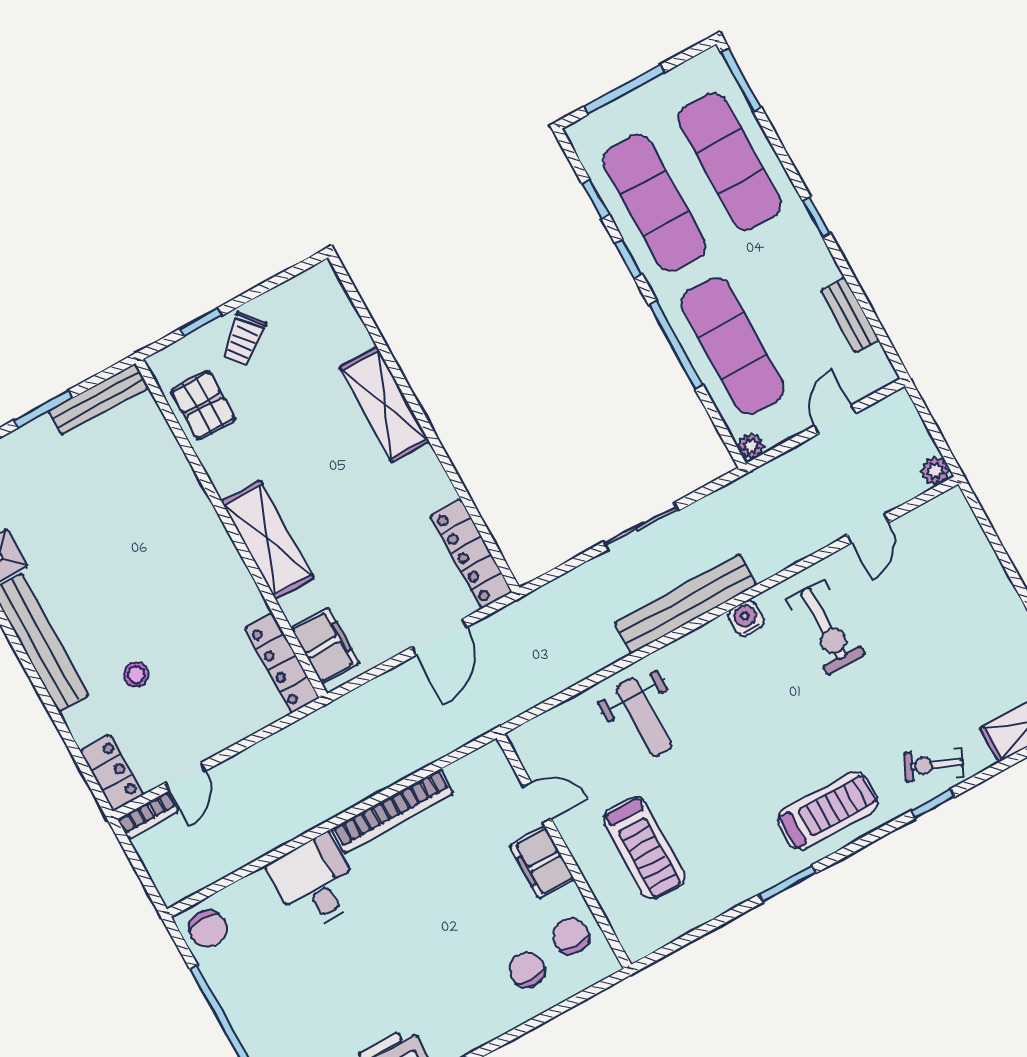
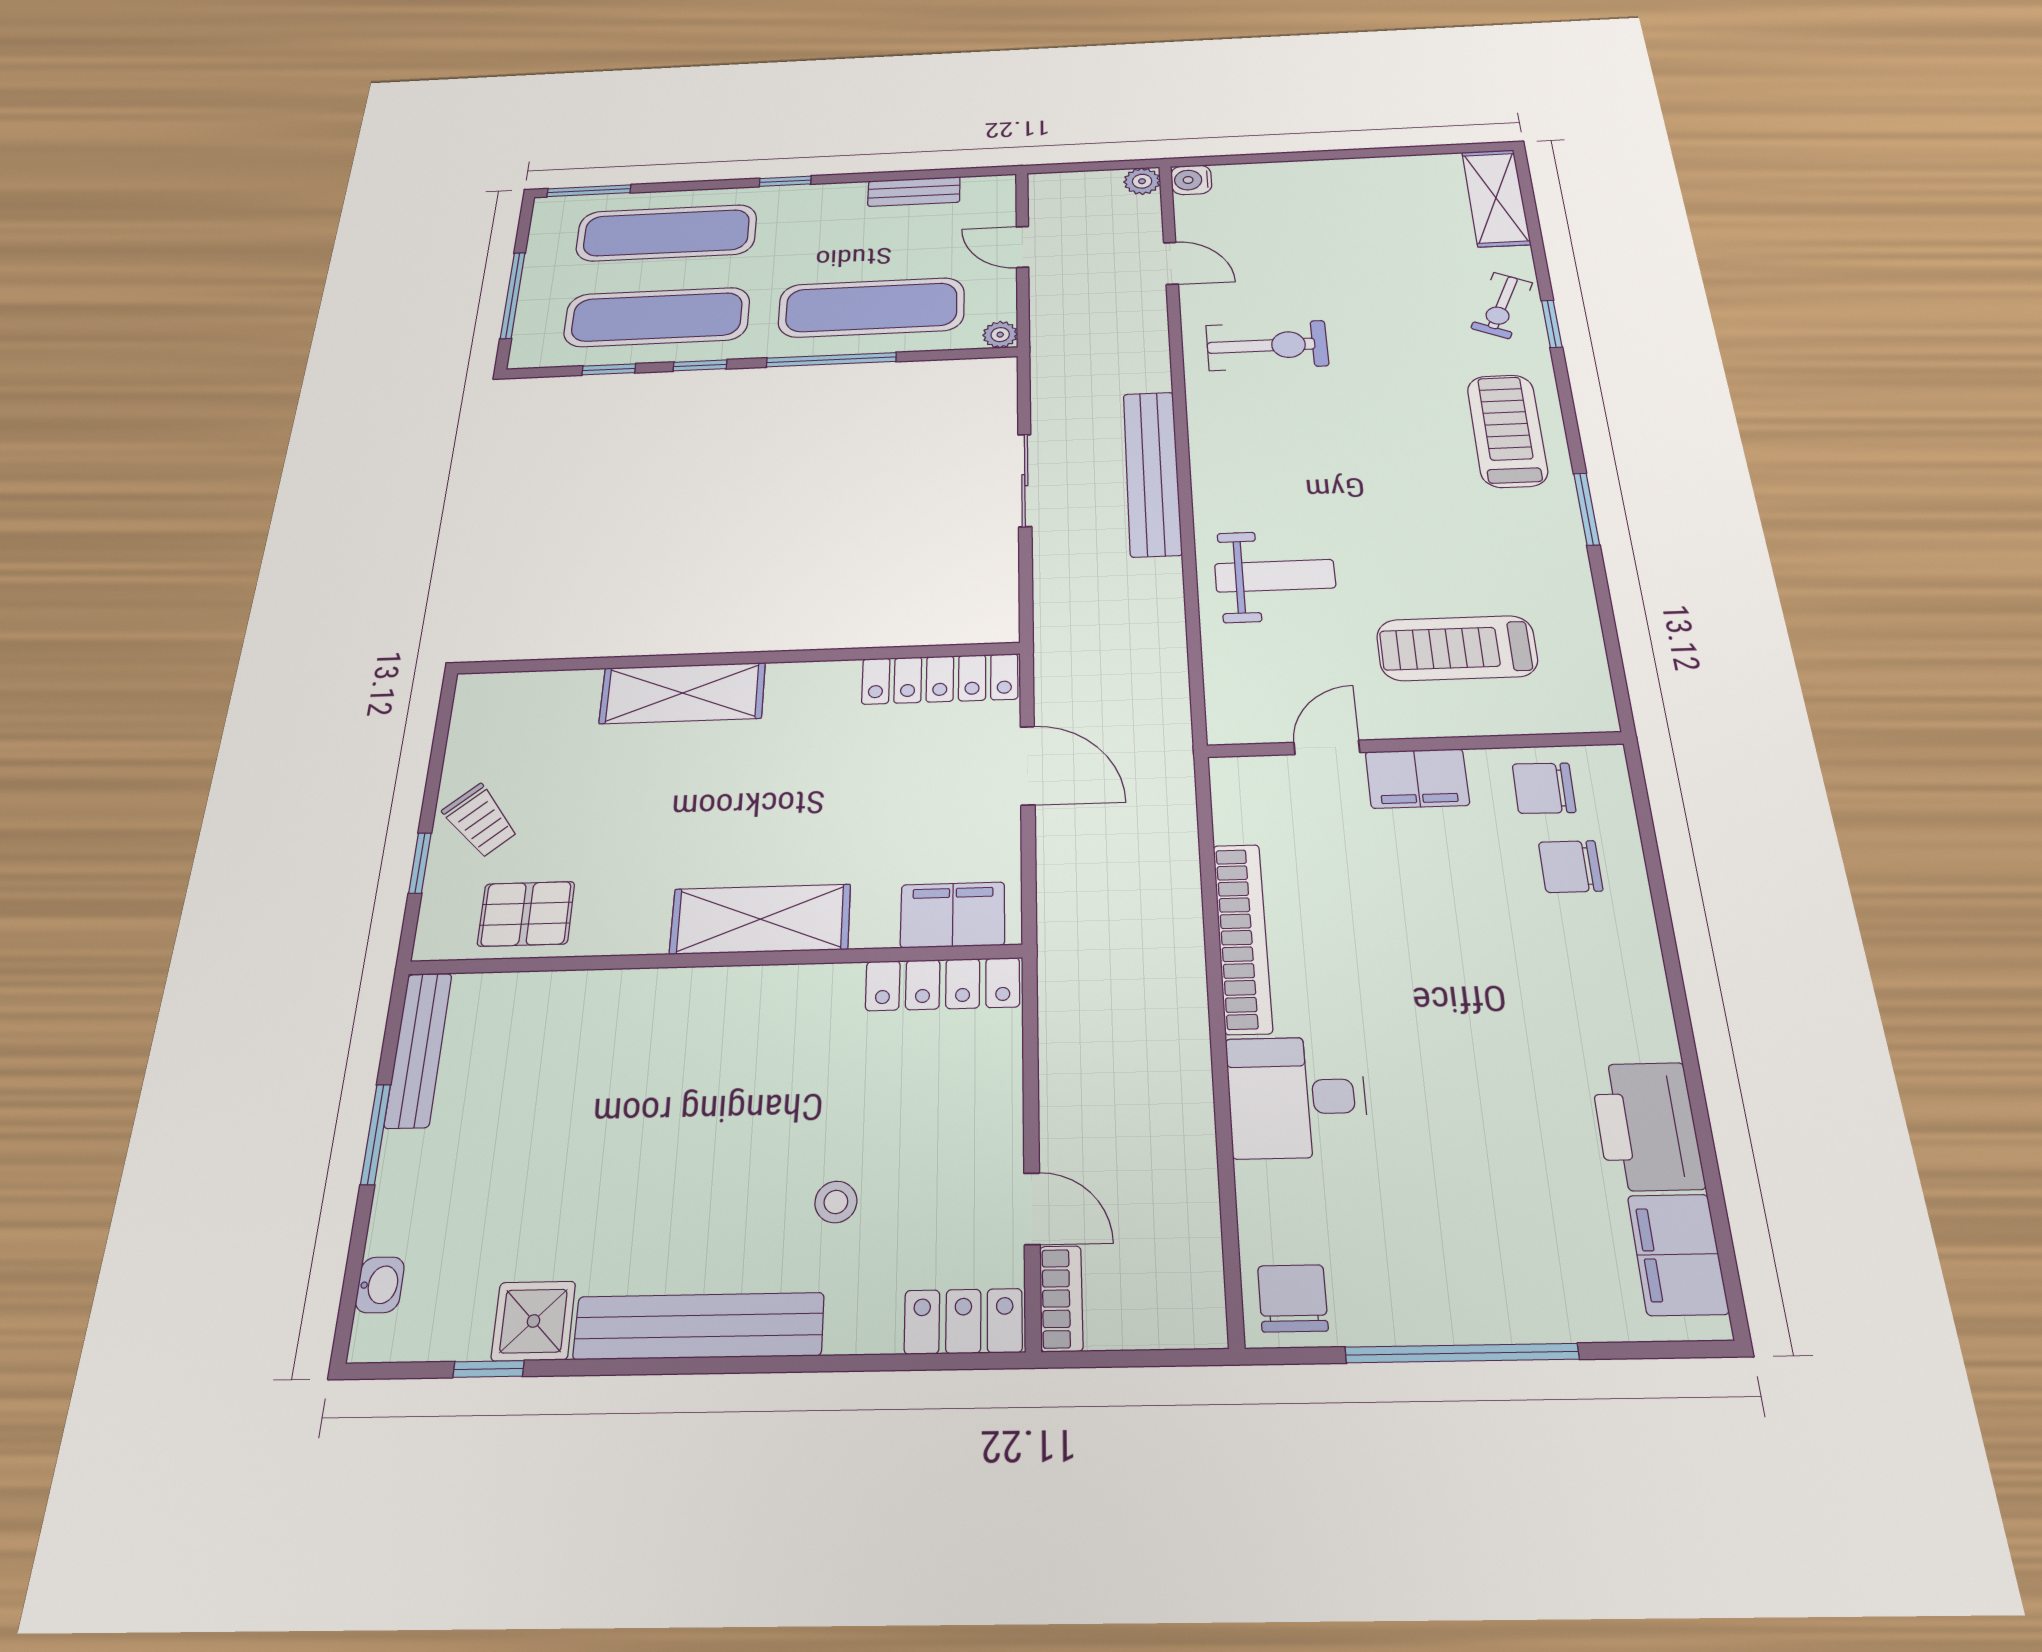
water cooler: (746, 618) -> (1191, 180), moved
treadmill: (644, 848) -> (1457, 648), turned 180
chair: (208, 929) -> (1293, 1298), turned -88

